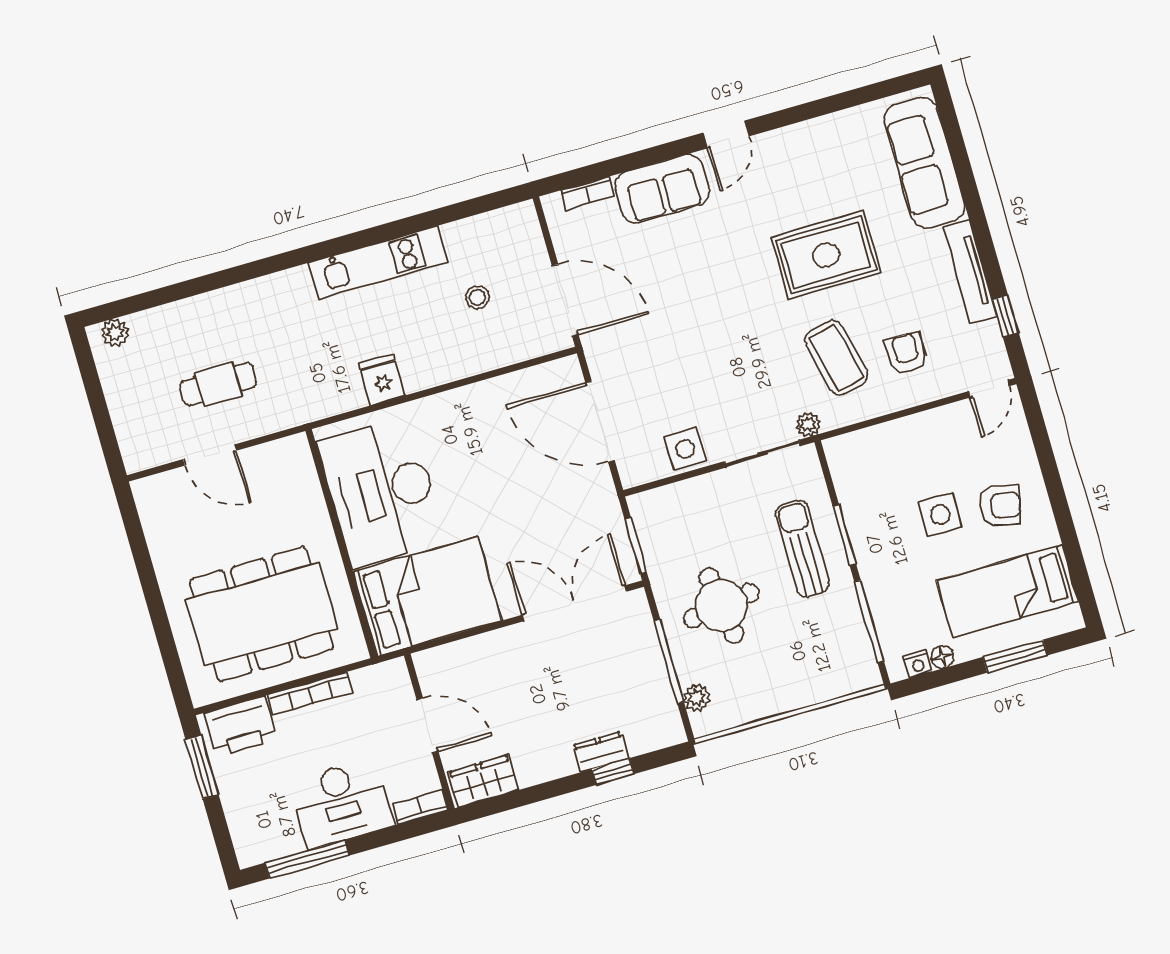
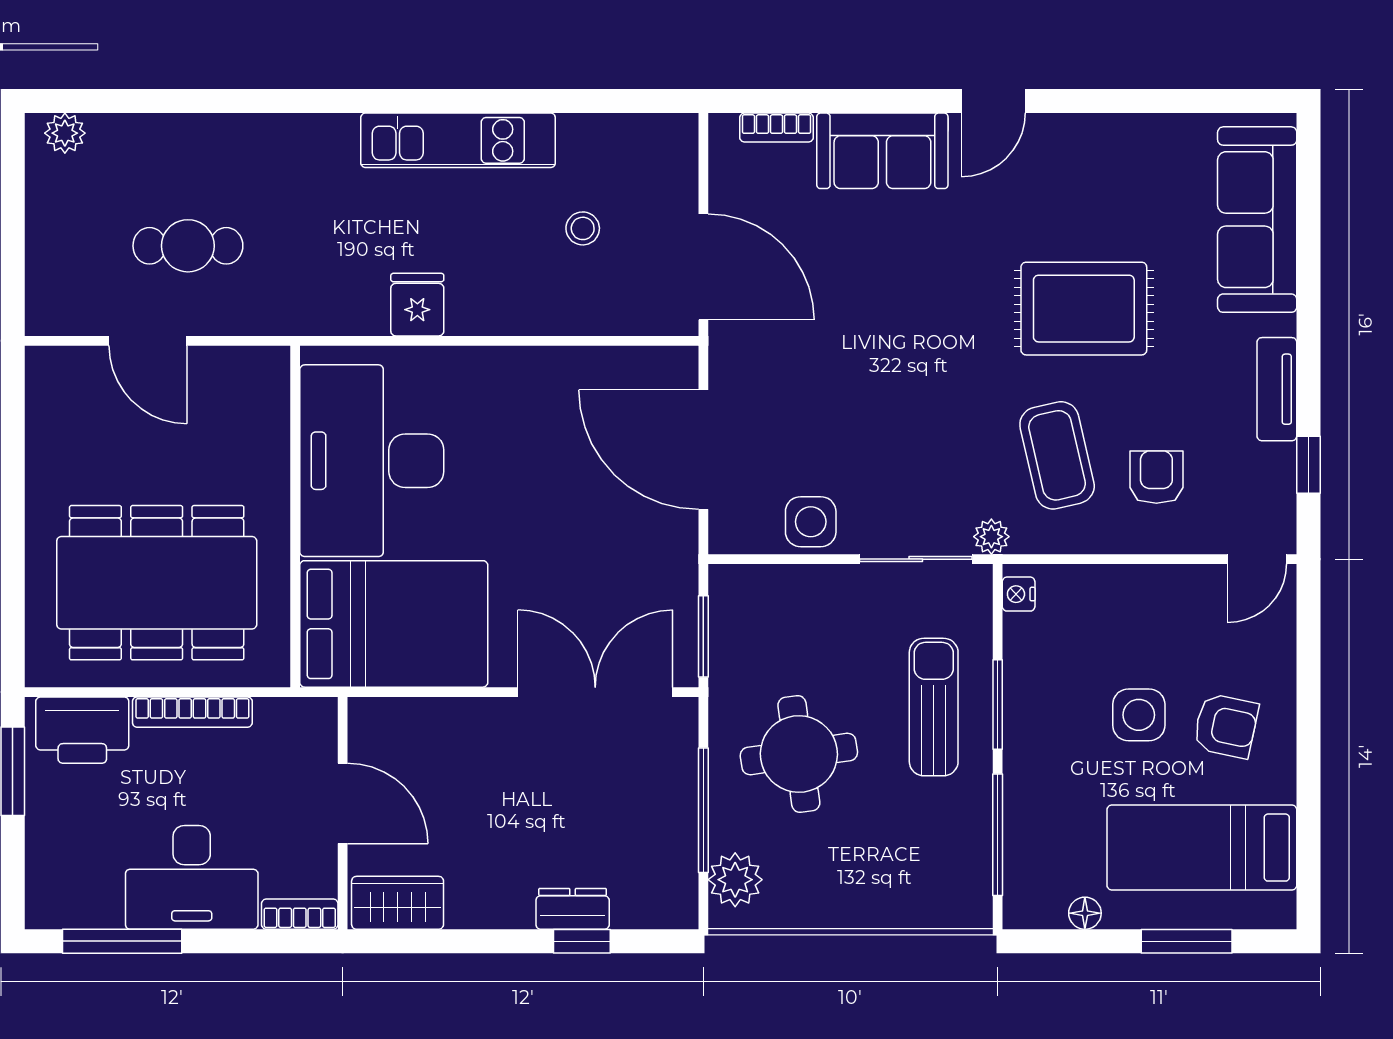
tv unit: (970, 272) -> (1277, 389), width x0.71
nightstand: (917, 664) -> (1019, 594), moved, turned 90
plant: (697, 698) -> (735, 880), width x1.38, depth x1.38

